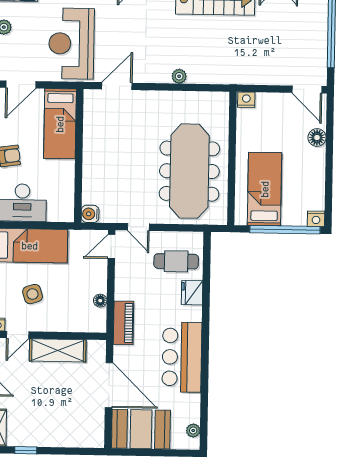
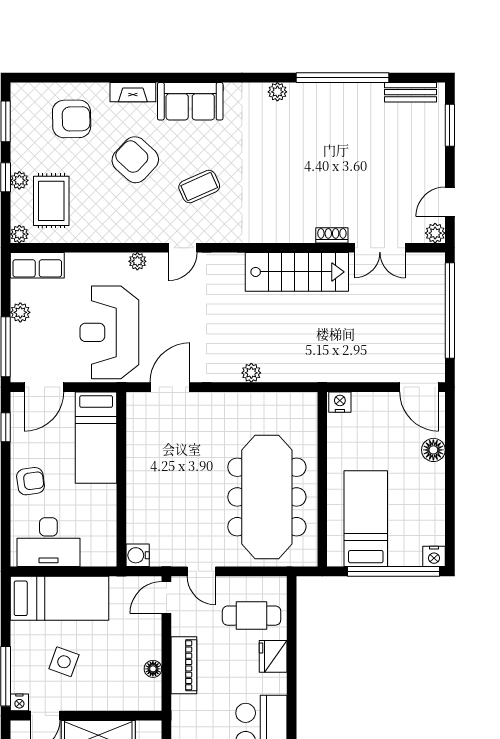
side table: (33, 294) -> (64, 662), turned 37
piano: (123, 323) -> (184, 665), moved

